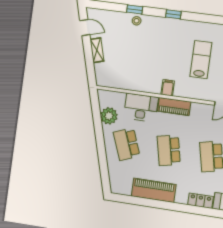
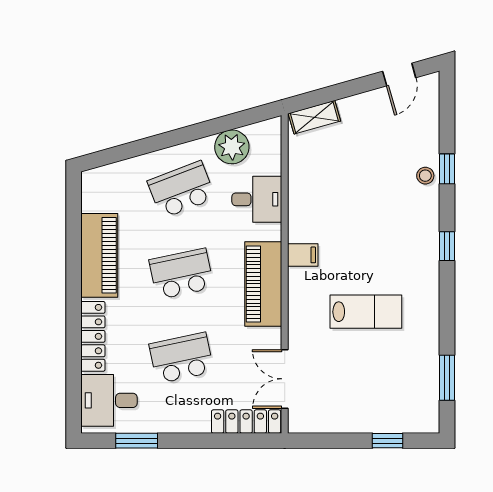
shelving: (97, 50) -> (314, 117), moved
piano: (174, 107) -> (263, 284), width x1.37, depth x1.33
desk: (141, 108) -> (257, 199), width x0.73
locker: (200, 201) -> (93, 336), width x1.53

